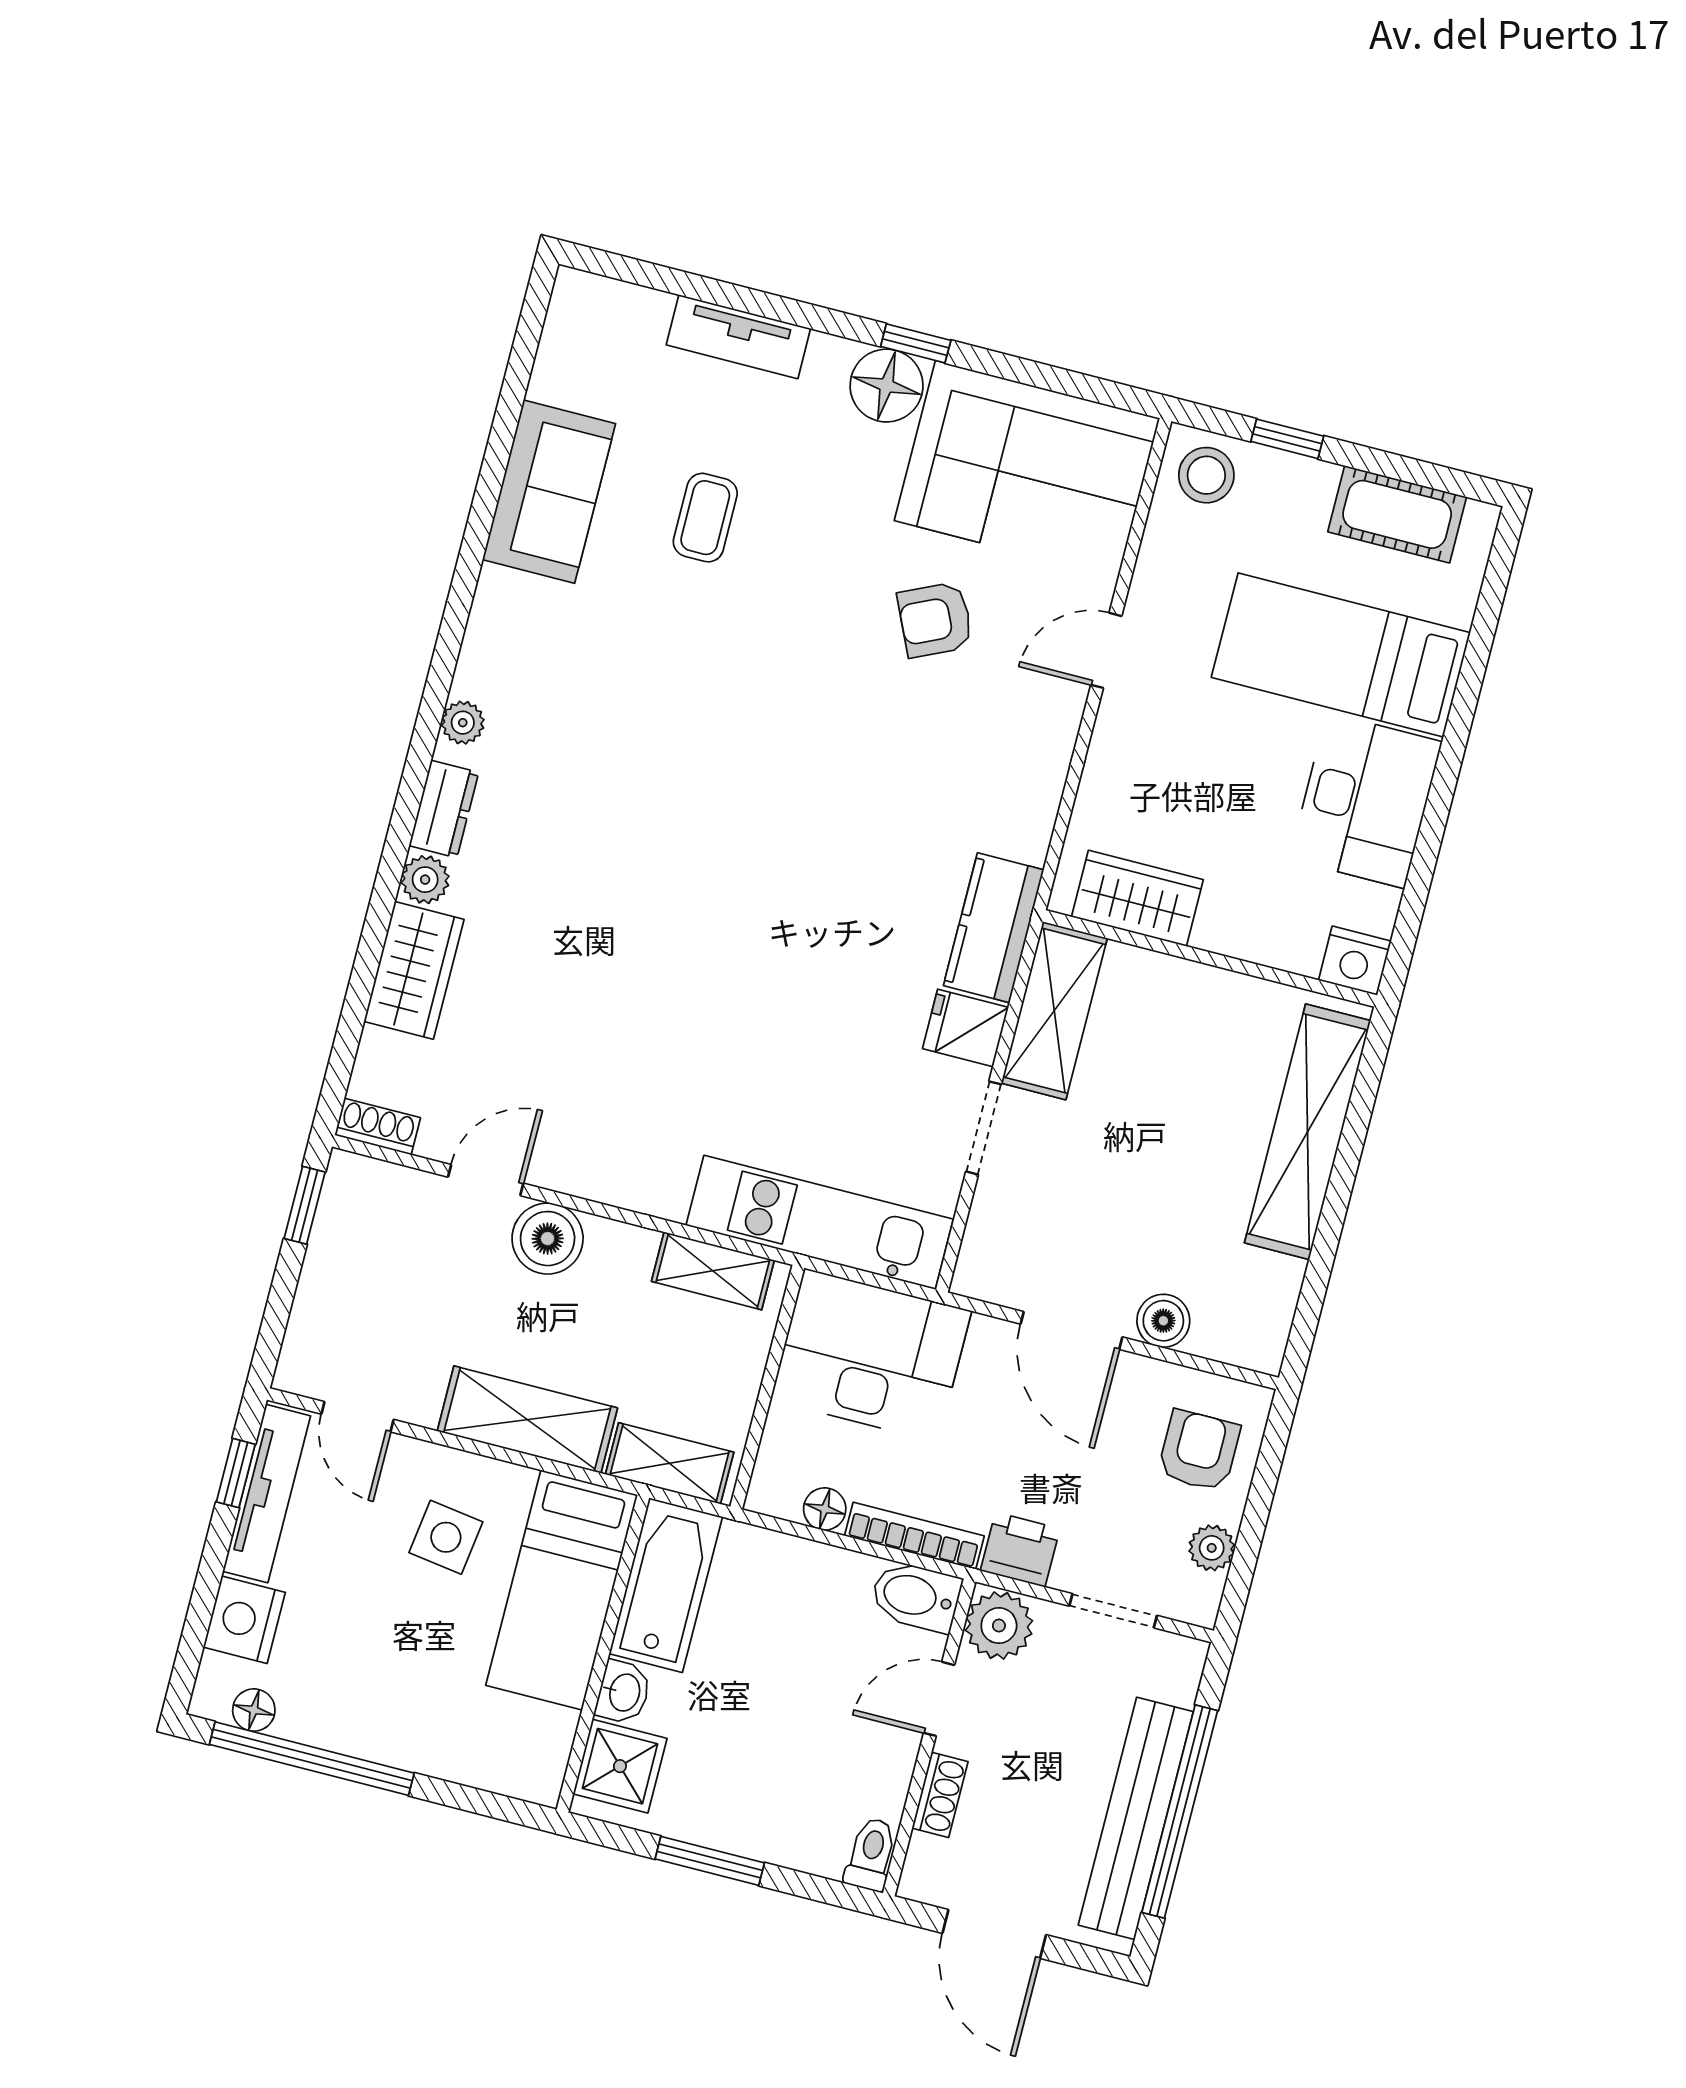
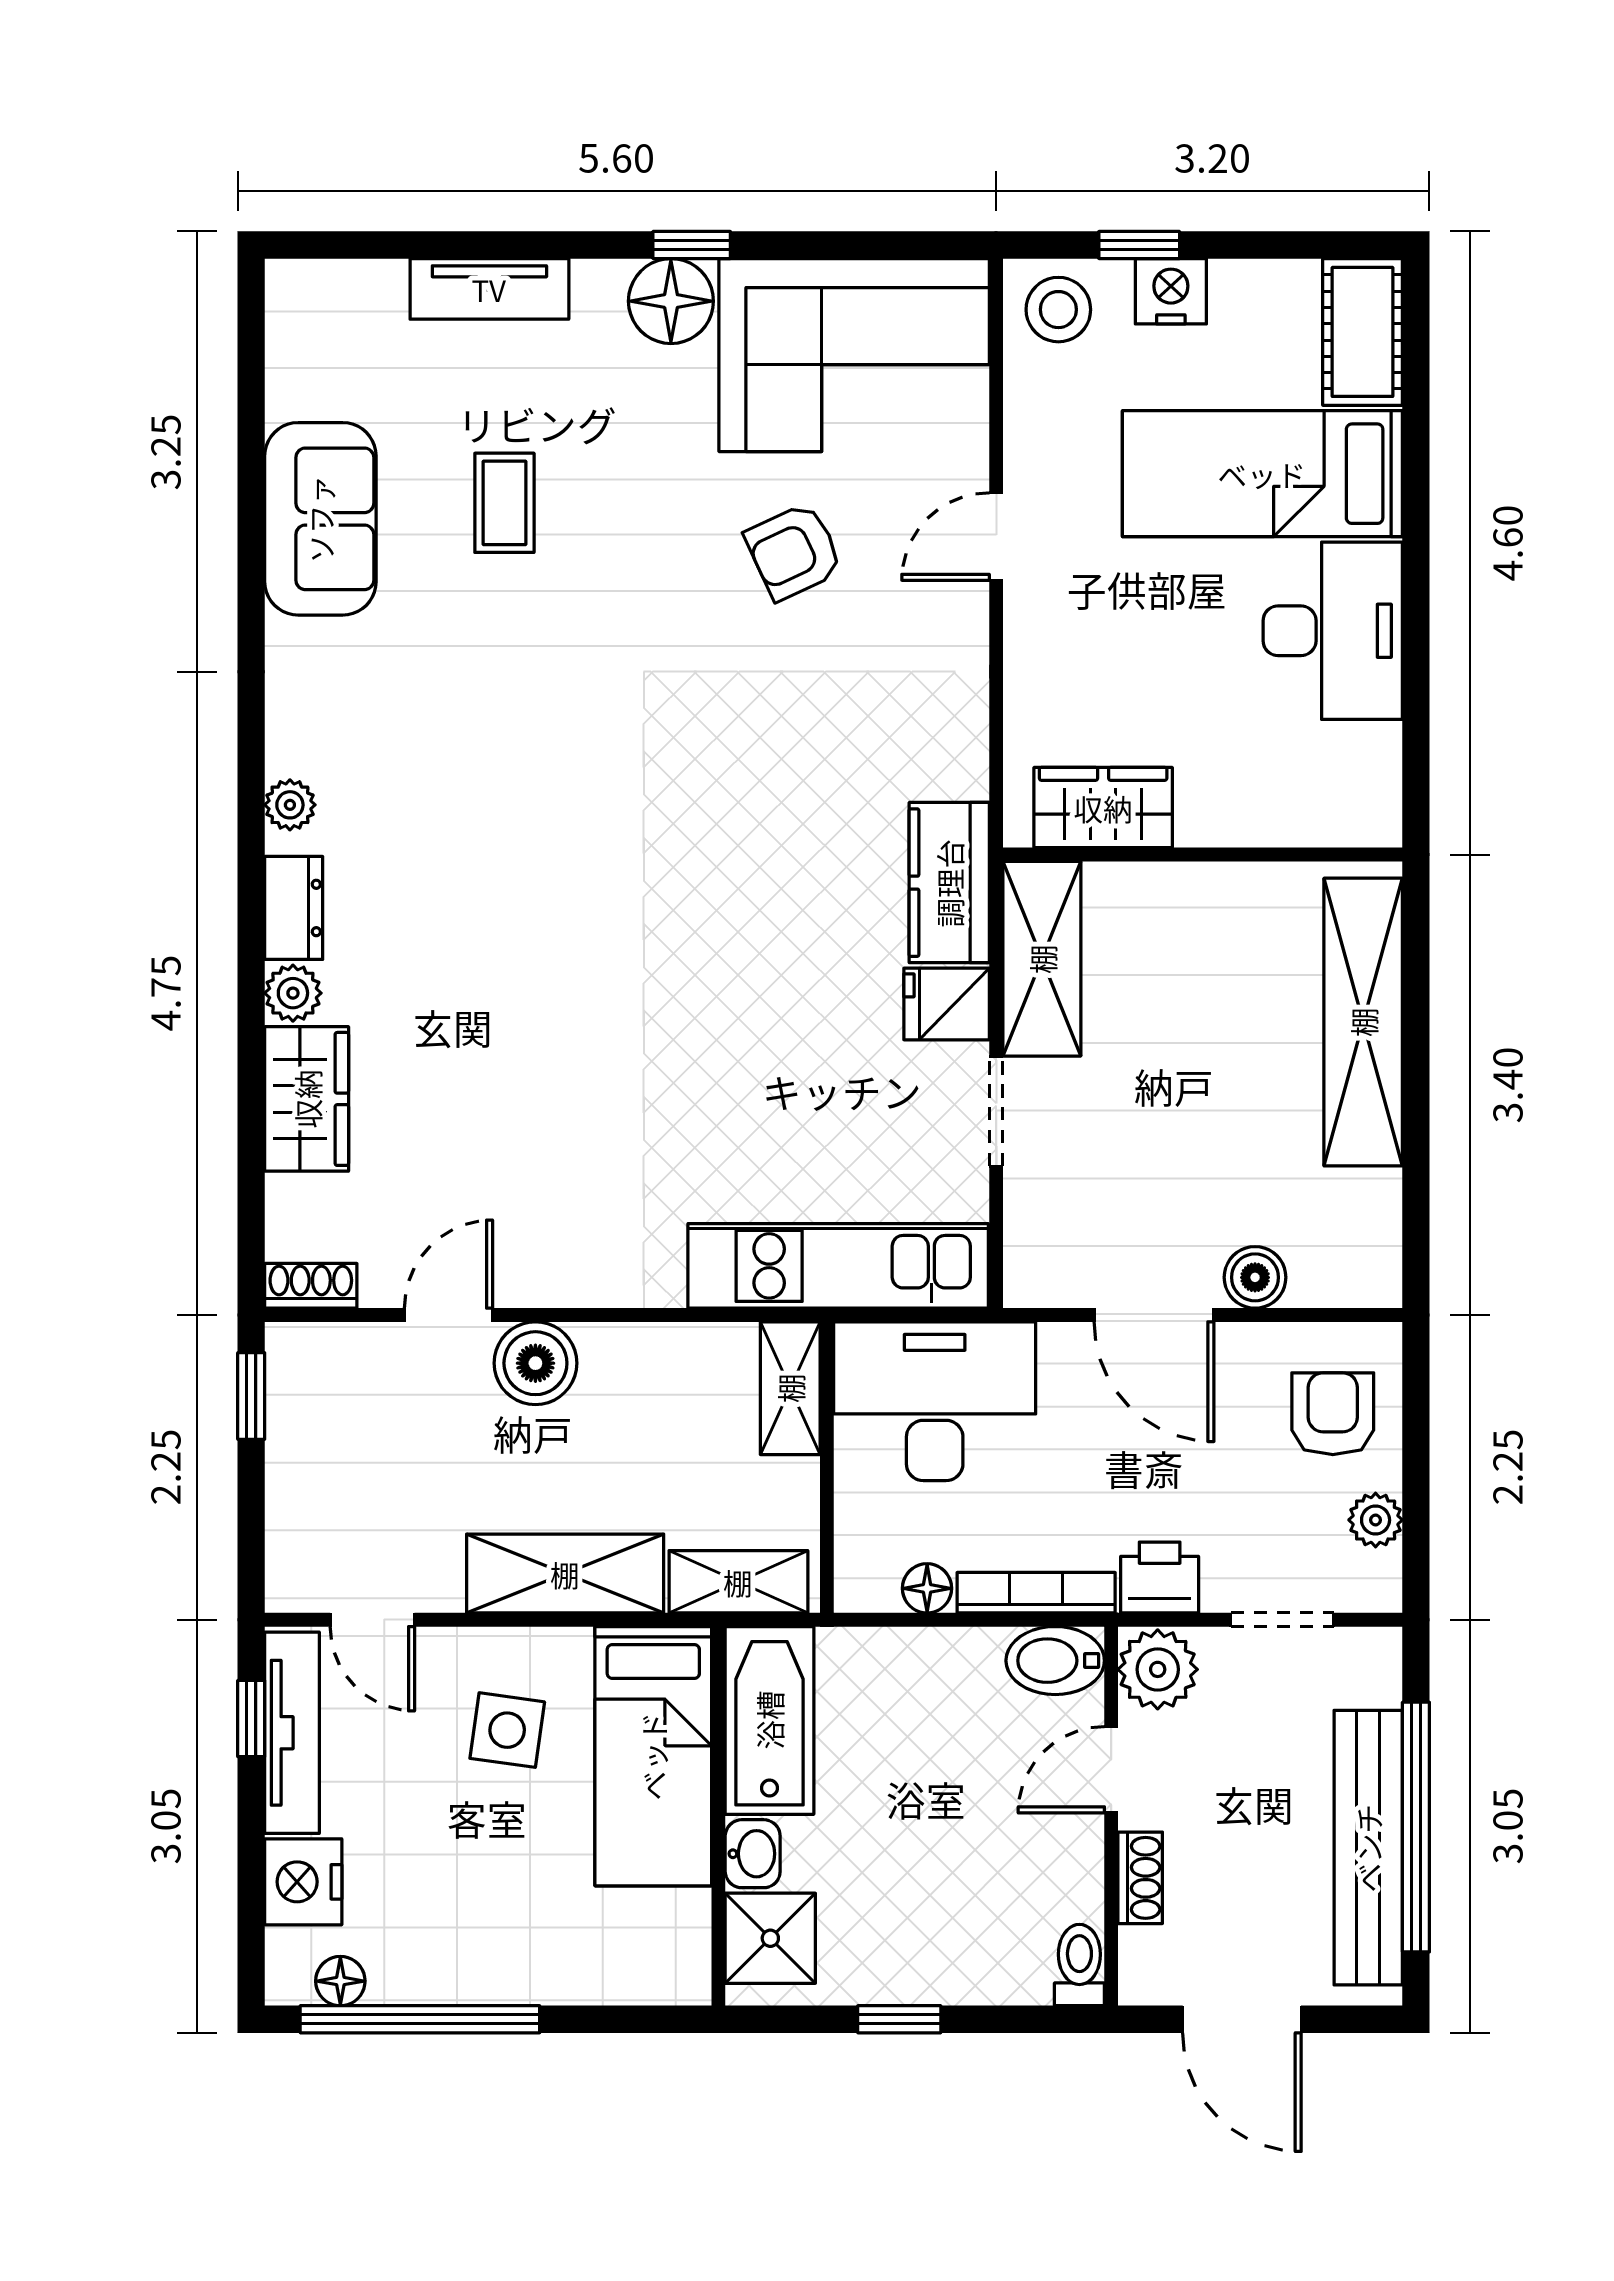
cot: (1397, 514) -> (1363, 332), moved, turned 90
nightstand: (1355, 961) -> (1171, 291), moved, turned 180
shelving: (713, 1271) -> (790, 1388), moved, turned 90
window: (710, 1861) -> (899, 2019), width x0.67

